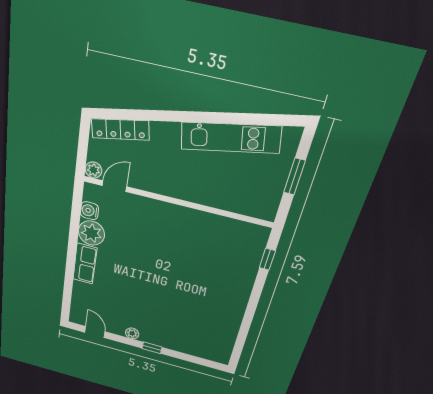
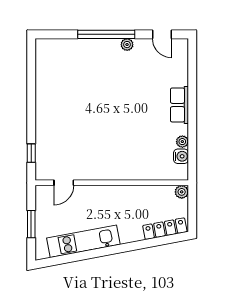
door: (114, 186) -> (64, 183), moved
plant: (91, 233) -> (182, 142), width x0.53, depth x0.53
window: (152, 348) -> (106, 34), width x3.17

